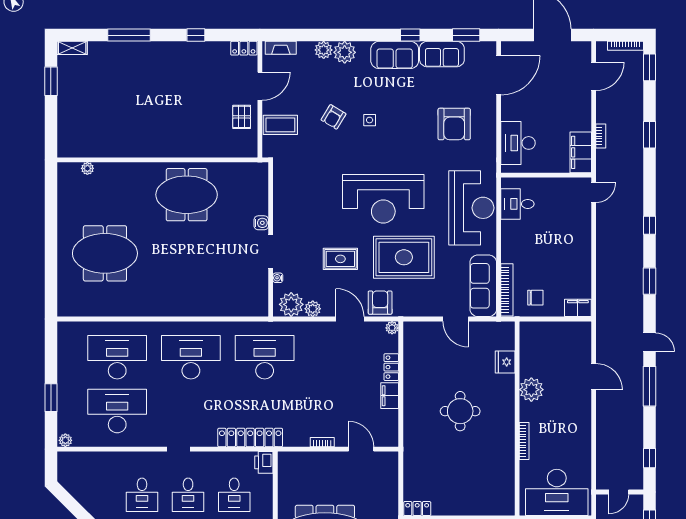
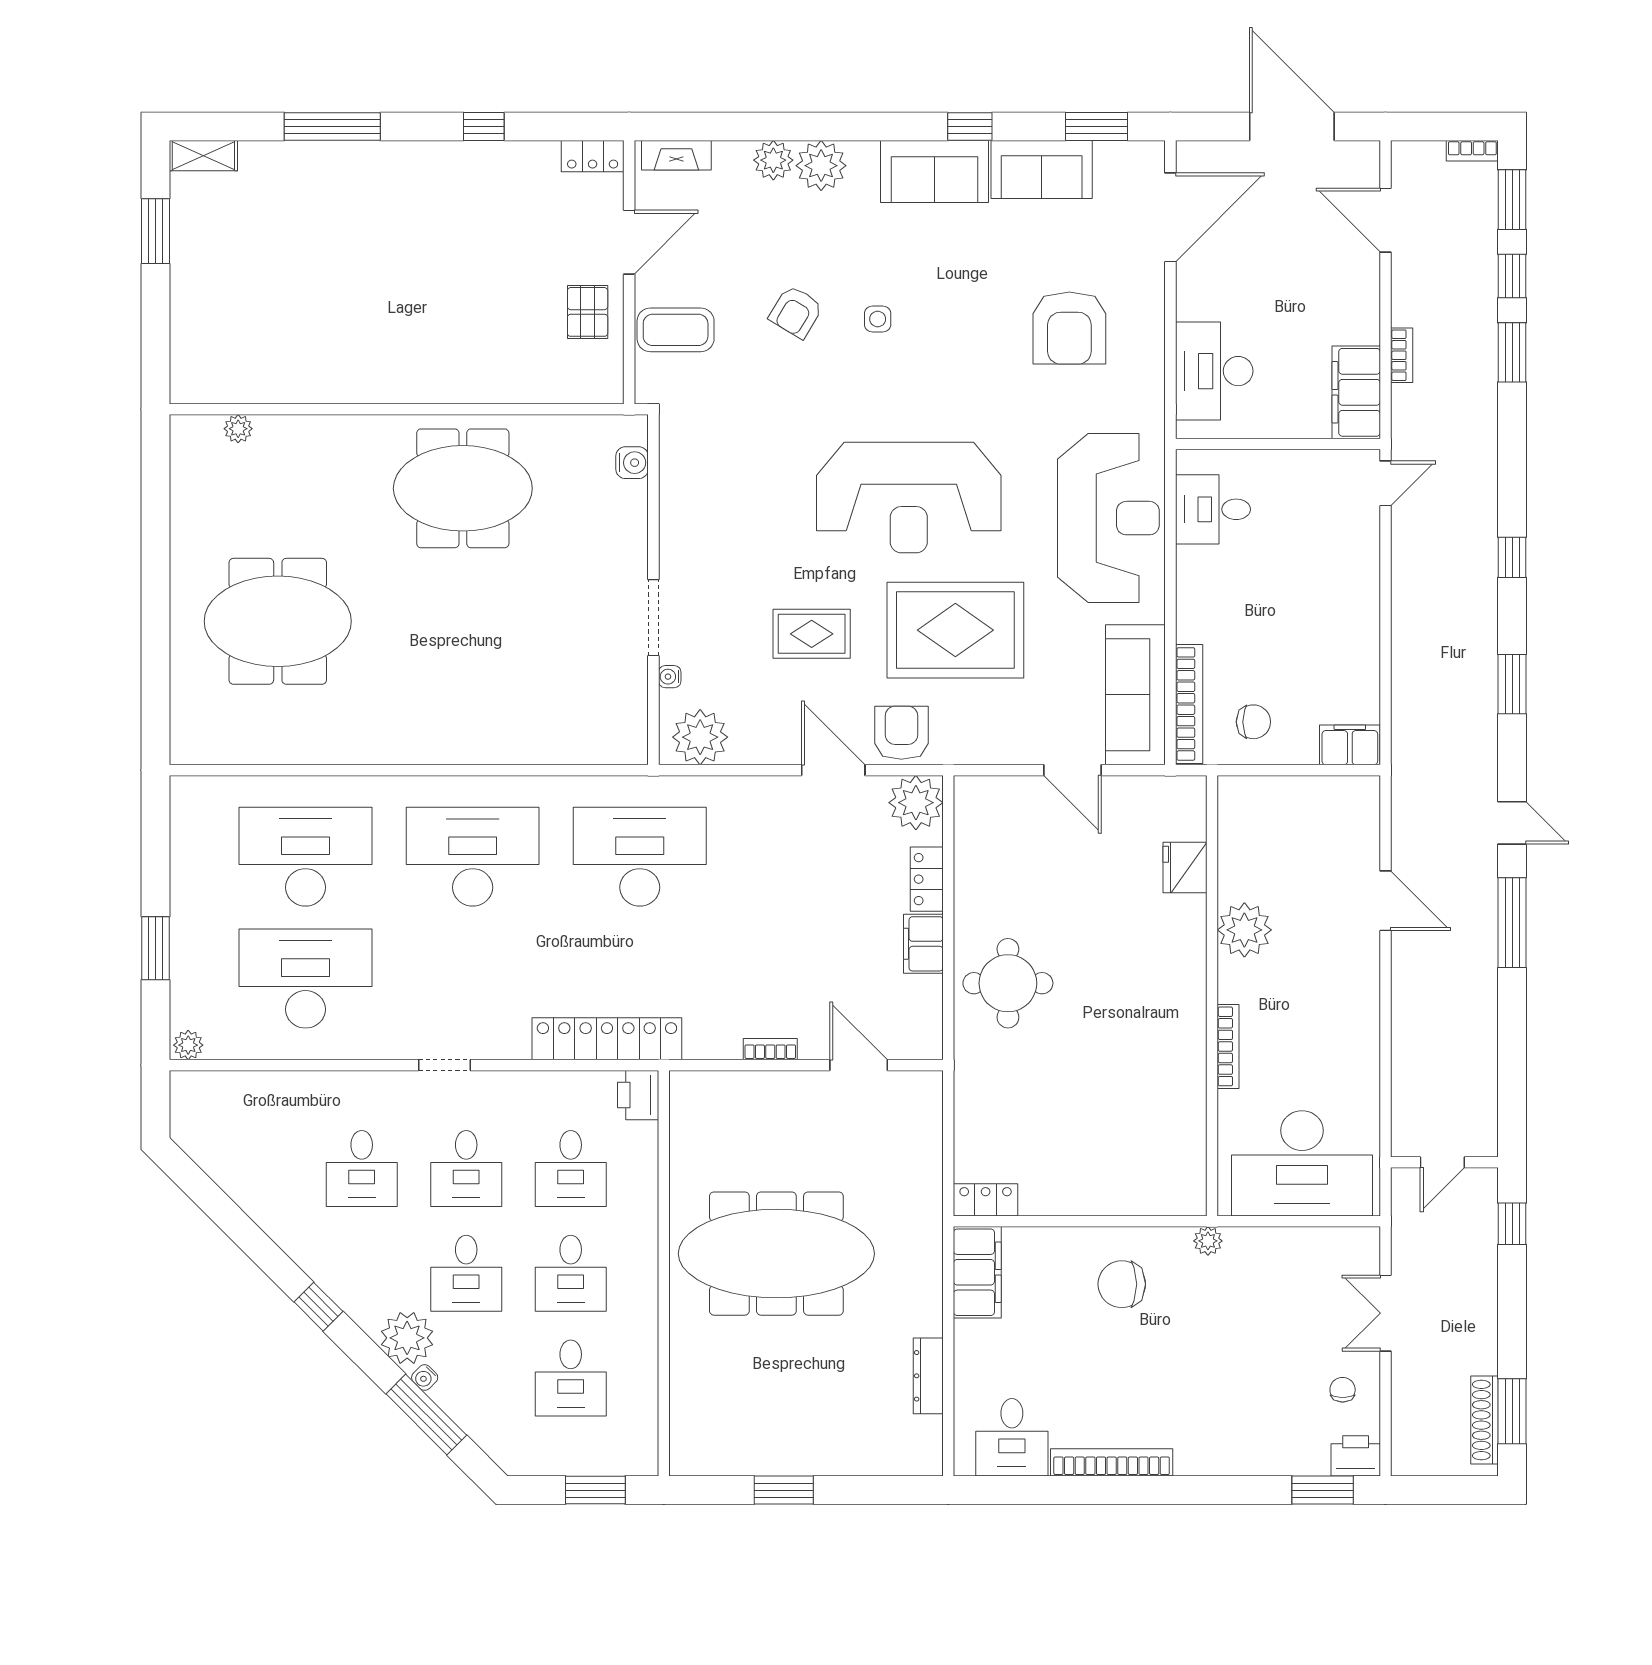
bookcase: (625, 46) -> (1472, 151), width x0.64
door: (594, 76) -> (1385, 220), swing flipped
water cooler: (261, 223) -> (632, 463), moved
plant: (313, 309) -> (749, 747), removed
plant: (392, 328) -> (916, 803), width x1.87, depth x1.87
round table: (460, 411) -> (1008, 983), moved
window: (649, 458) -> (1512, 276), moved

